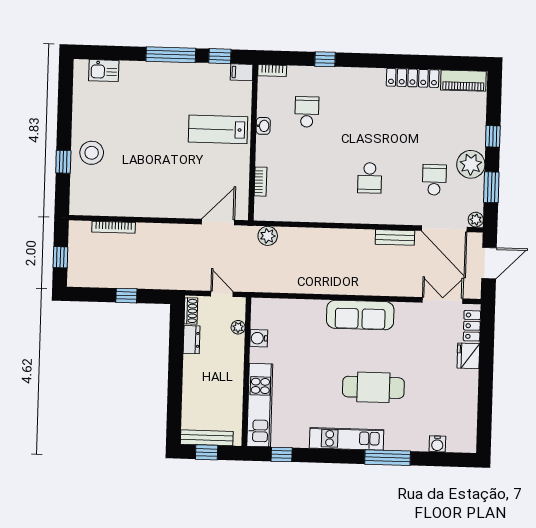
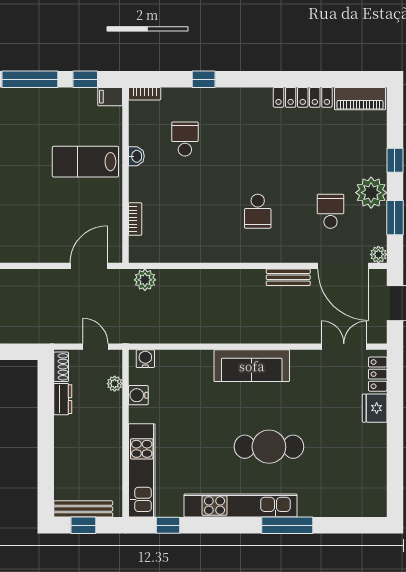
kitchen unit: (347, 439) -> (240, 506), width x1.36
water cooler: (437, 444) -> (145, 359), moved, turned 180

